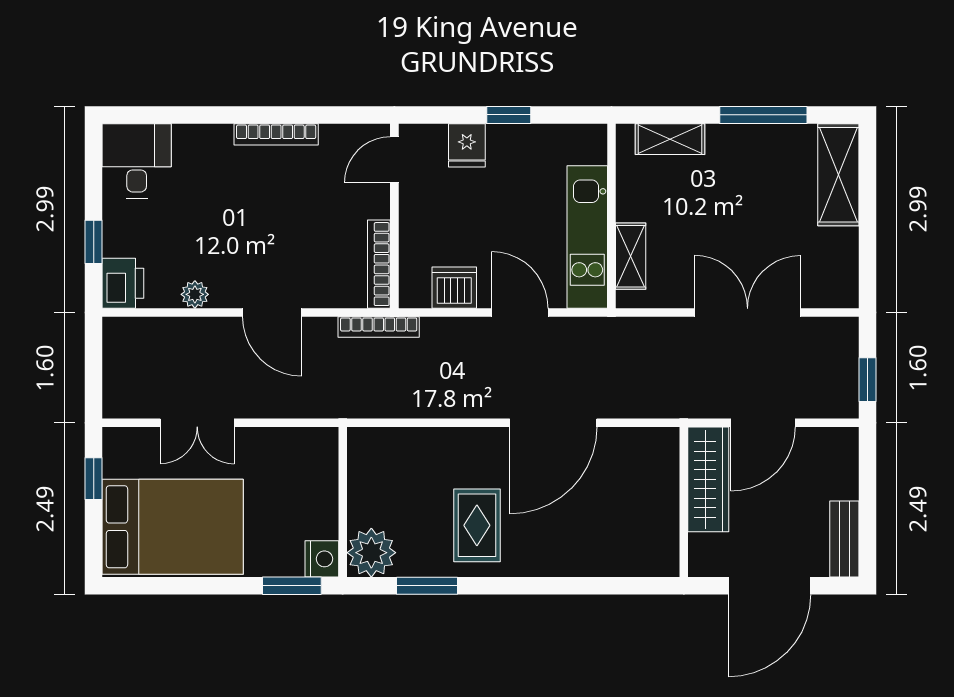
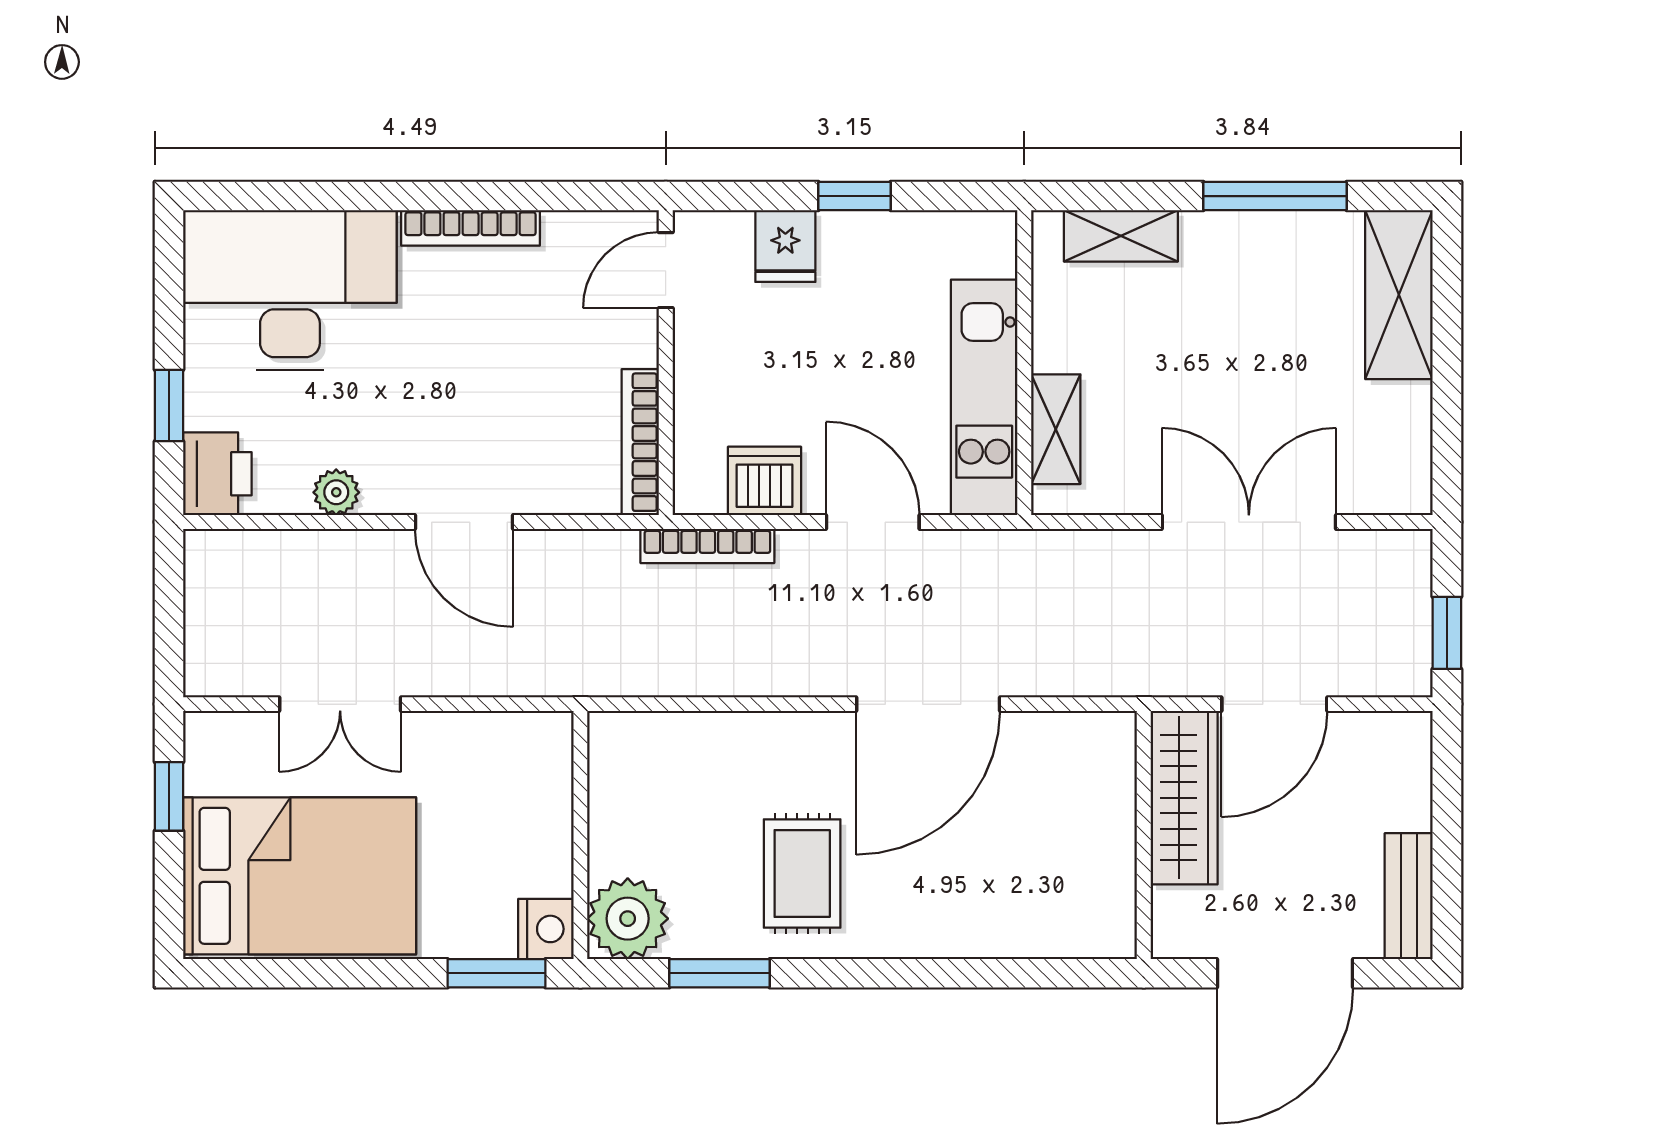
desk: (137, 161) -> (290, 290), width x1.87, depth x1.30
bookcase: (379, 327) -> (707, 546), moved

